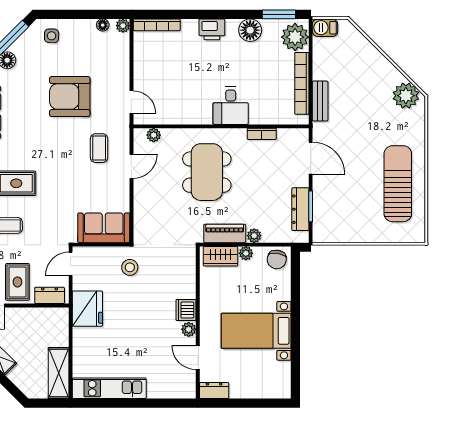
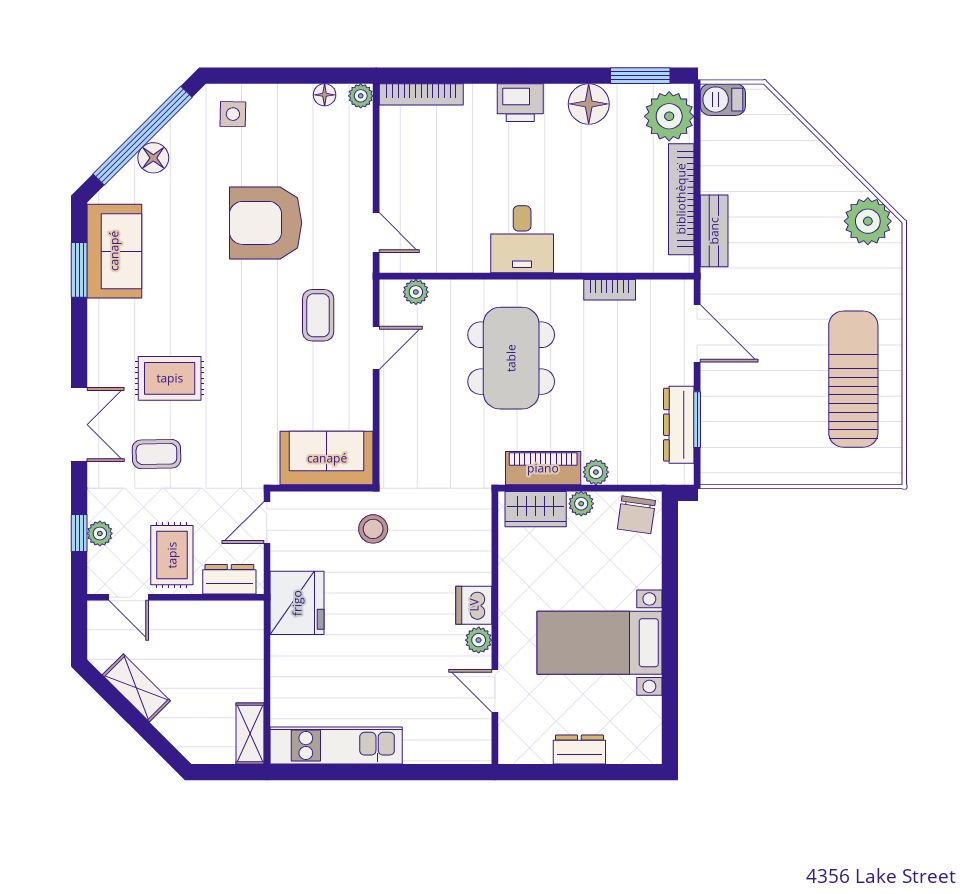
desk: (231, 106) -> (522, 239), moved
shelving: (59, 373) -> (250, 734), width x0.67, depth x0.75
dresser: (214, 390) -> (579, 750), moved

